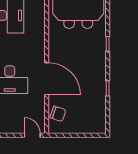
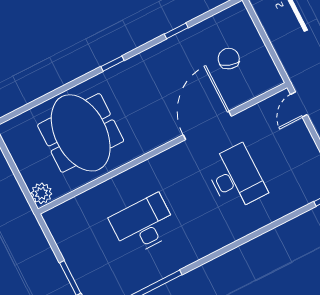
chair: (58, 114) -> (229, 59), moved

